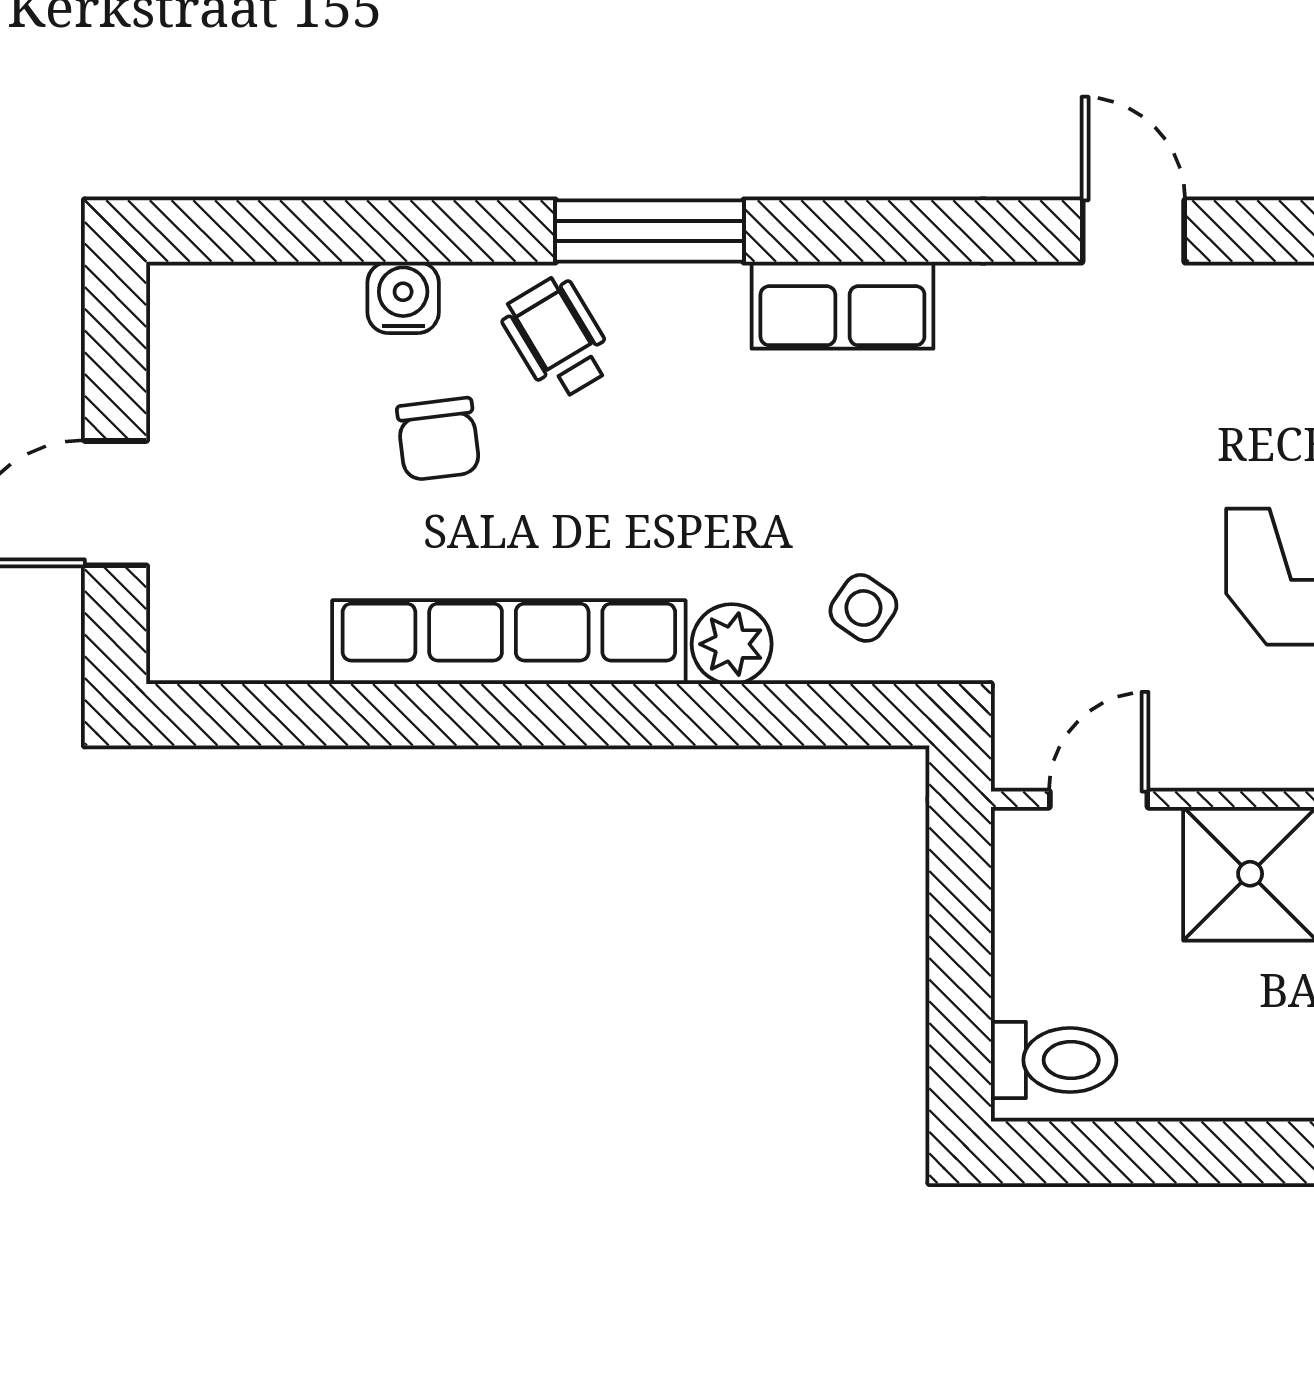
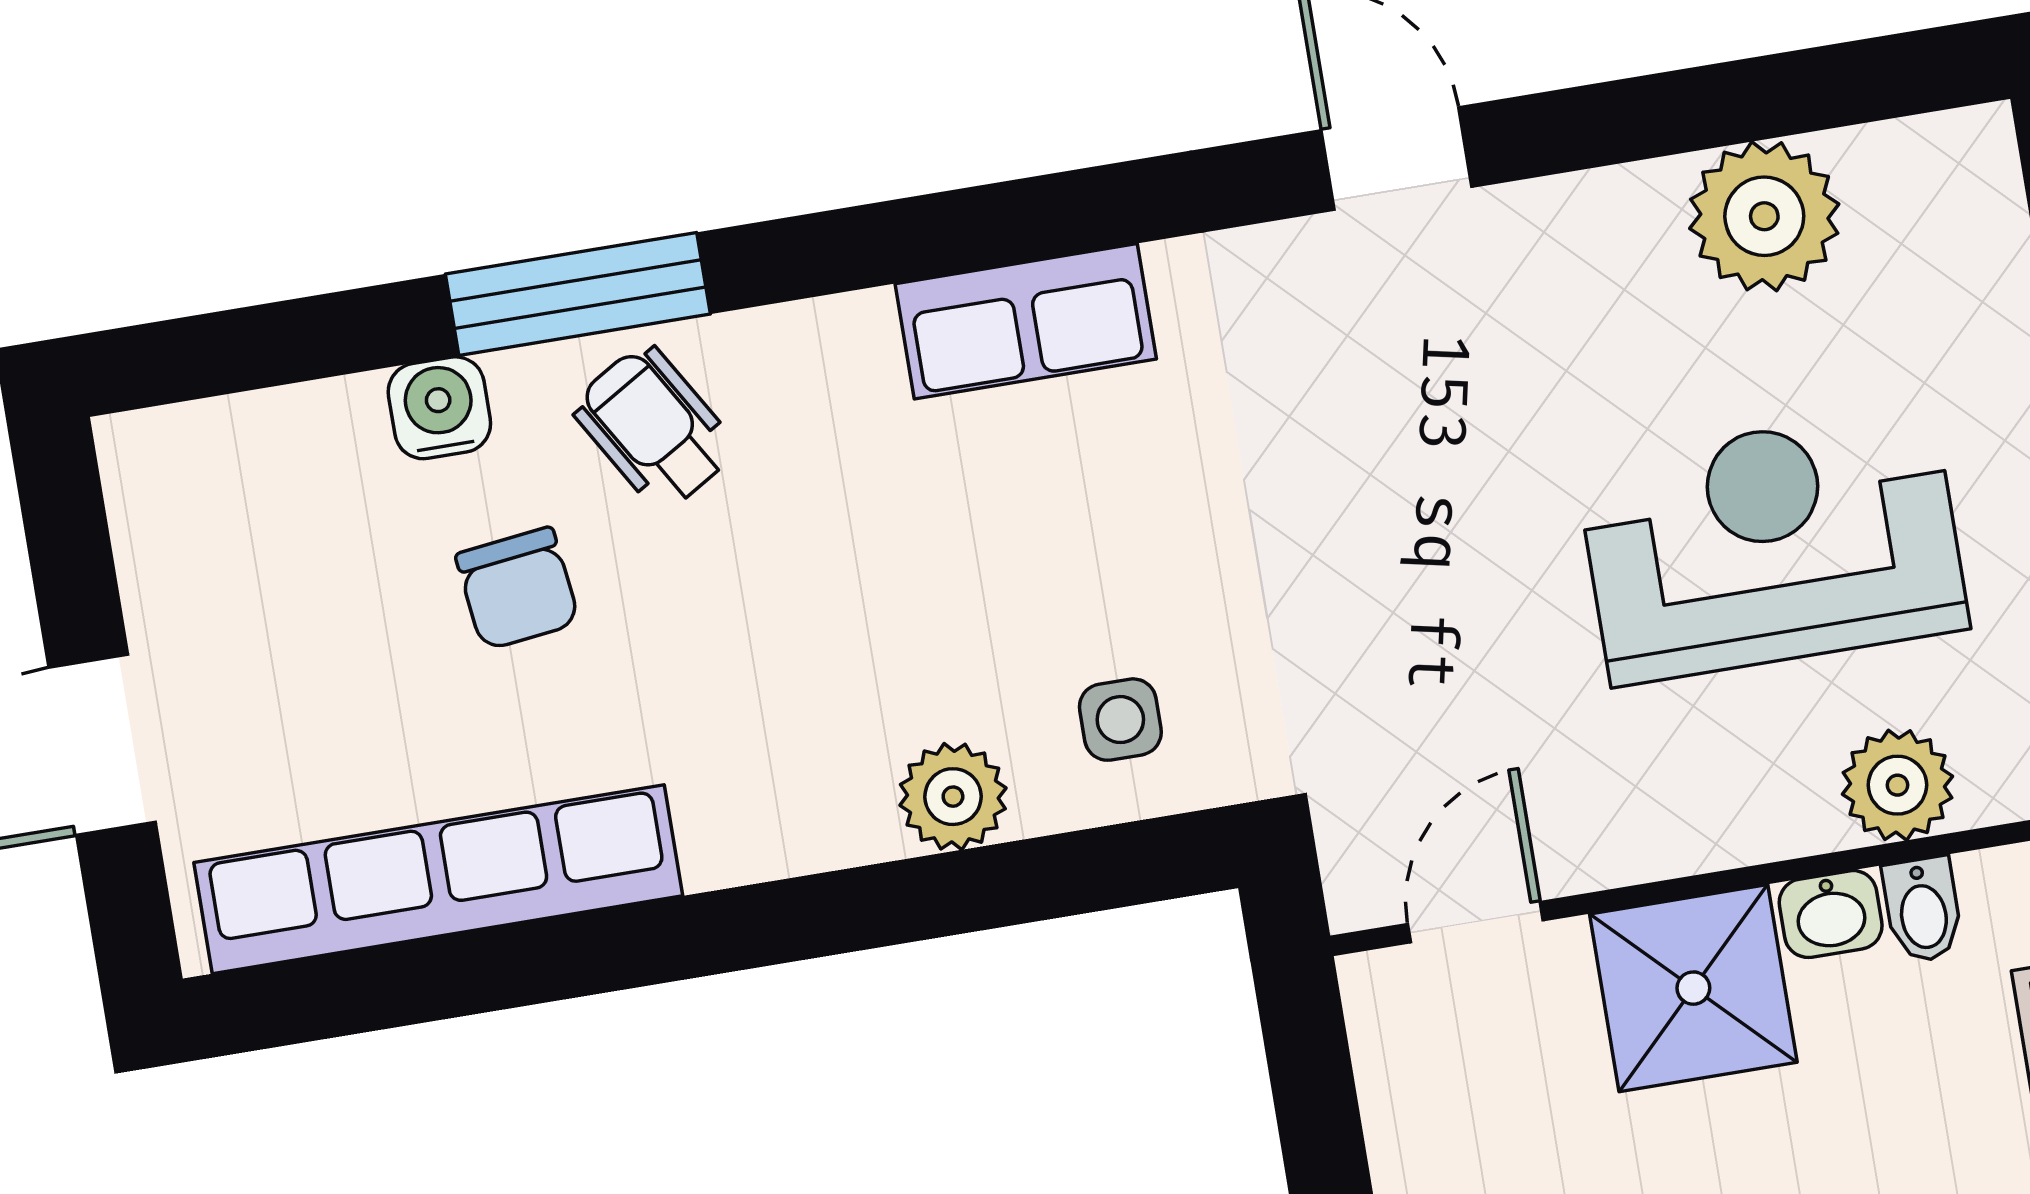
window: (650, 231) -> (578, 294), moved
side table: (863, 608) -> (1120, 720), turned -35
row of seats: (509, 642) -> (438, 879), moved

